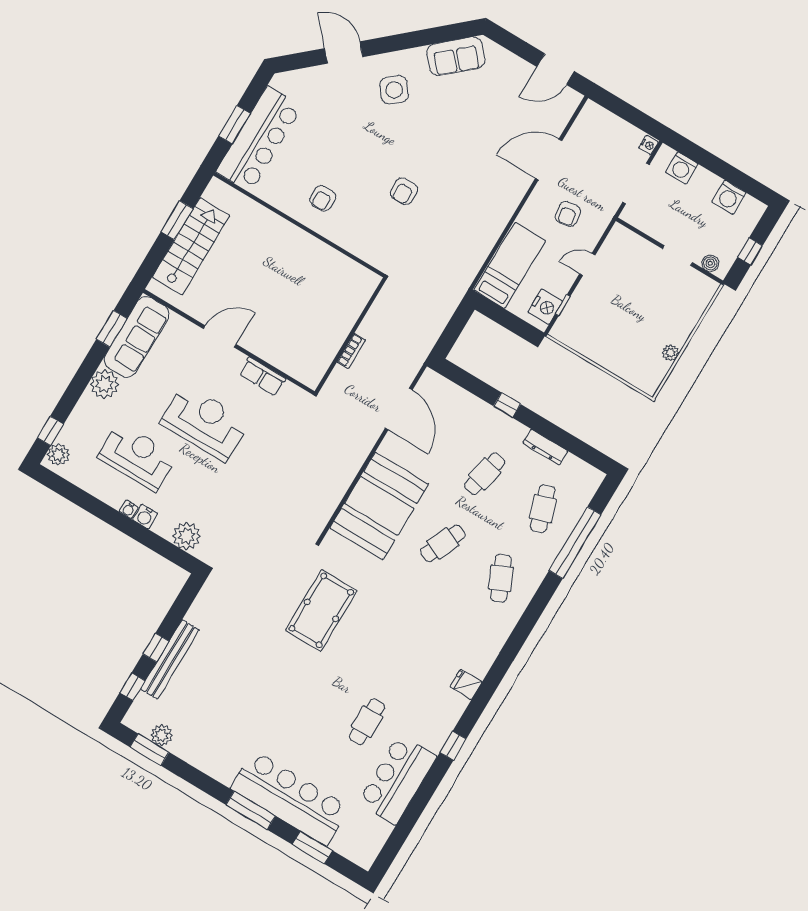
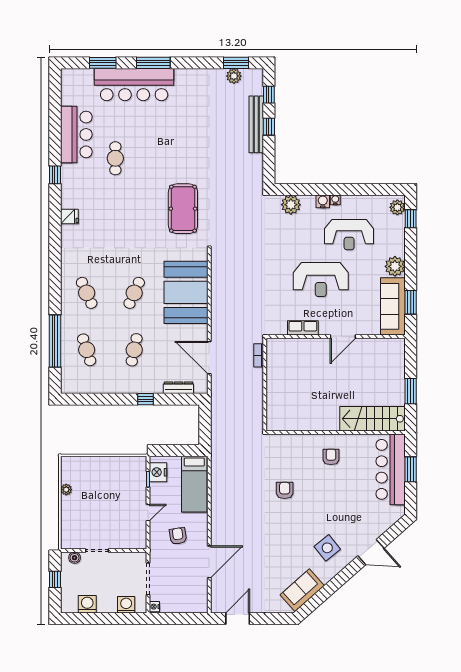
stairs: (191, 246) -> (372, 419), moved, turned 90
bookcase: (351, 351) -> (259, 355), moved
dresser: (545, 447) -> (178, 388), moved

